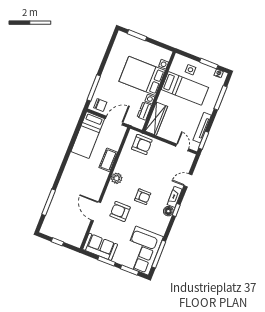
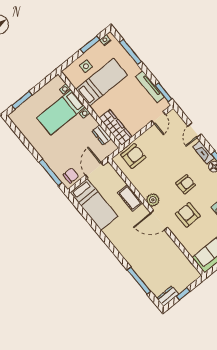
bed with nightstands: (142, 76) -> (61, 112), width x0.73
door: (182, 147) -> (159, 118), swing flipped
door: (96, 211) -> (159, 220), moved
armchair: (120, 212) -> (188, 215), turned 90
dresser: (49, 231) -> (168, 296), added

